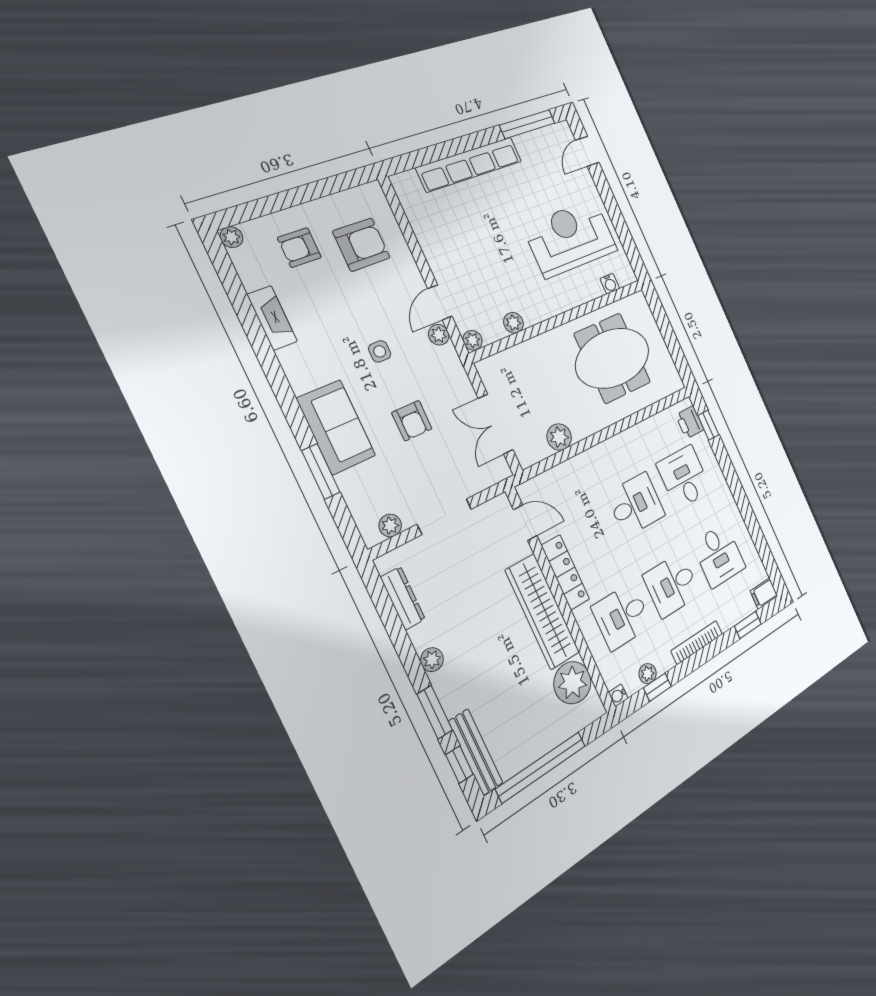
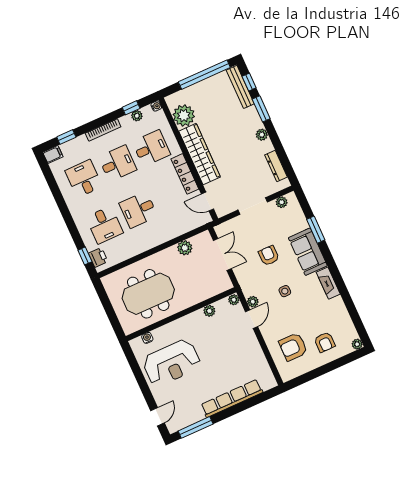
armchair: (299, 248) -> (325, 342), turned 90
fireplace: (272, 318) -> (328, 283), moved

